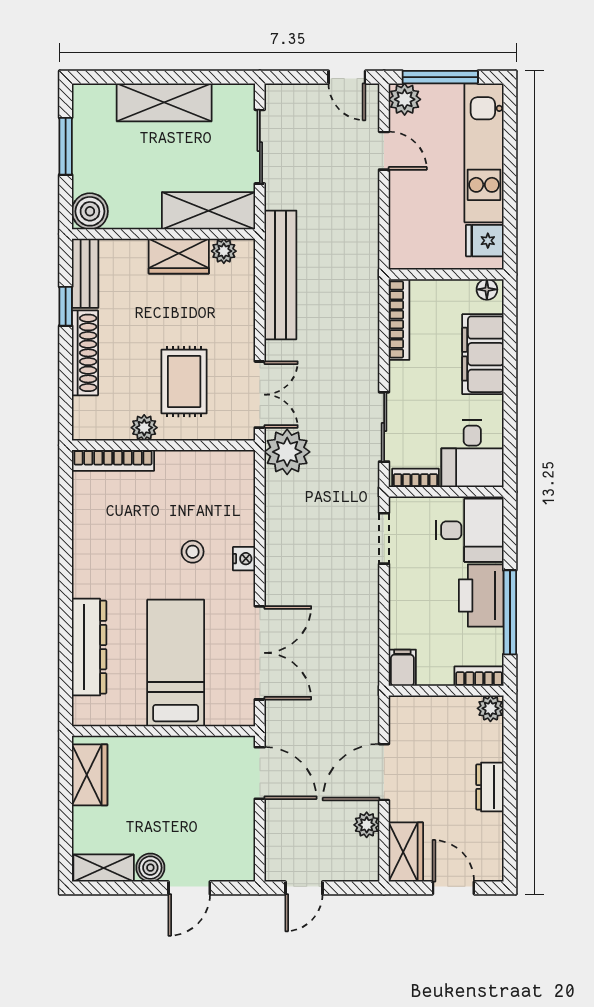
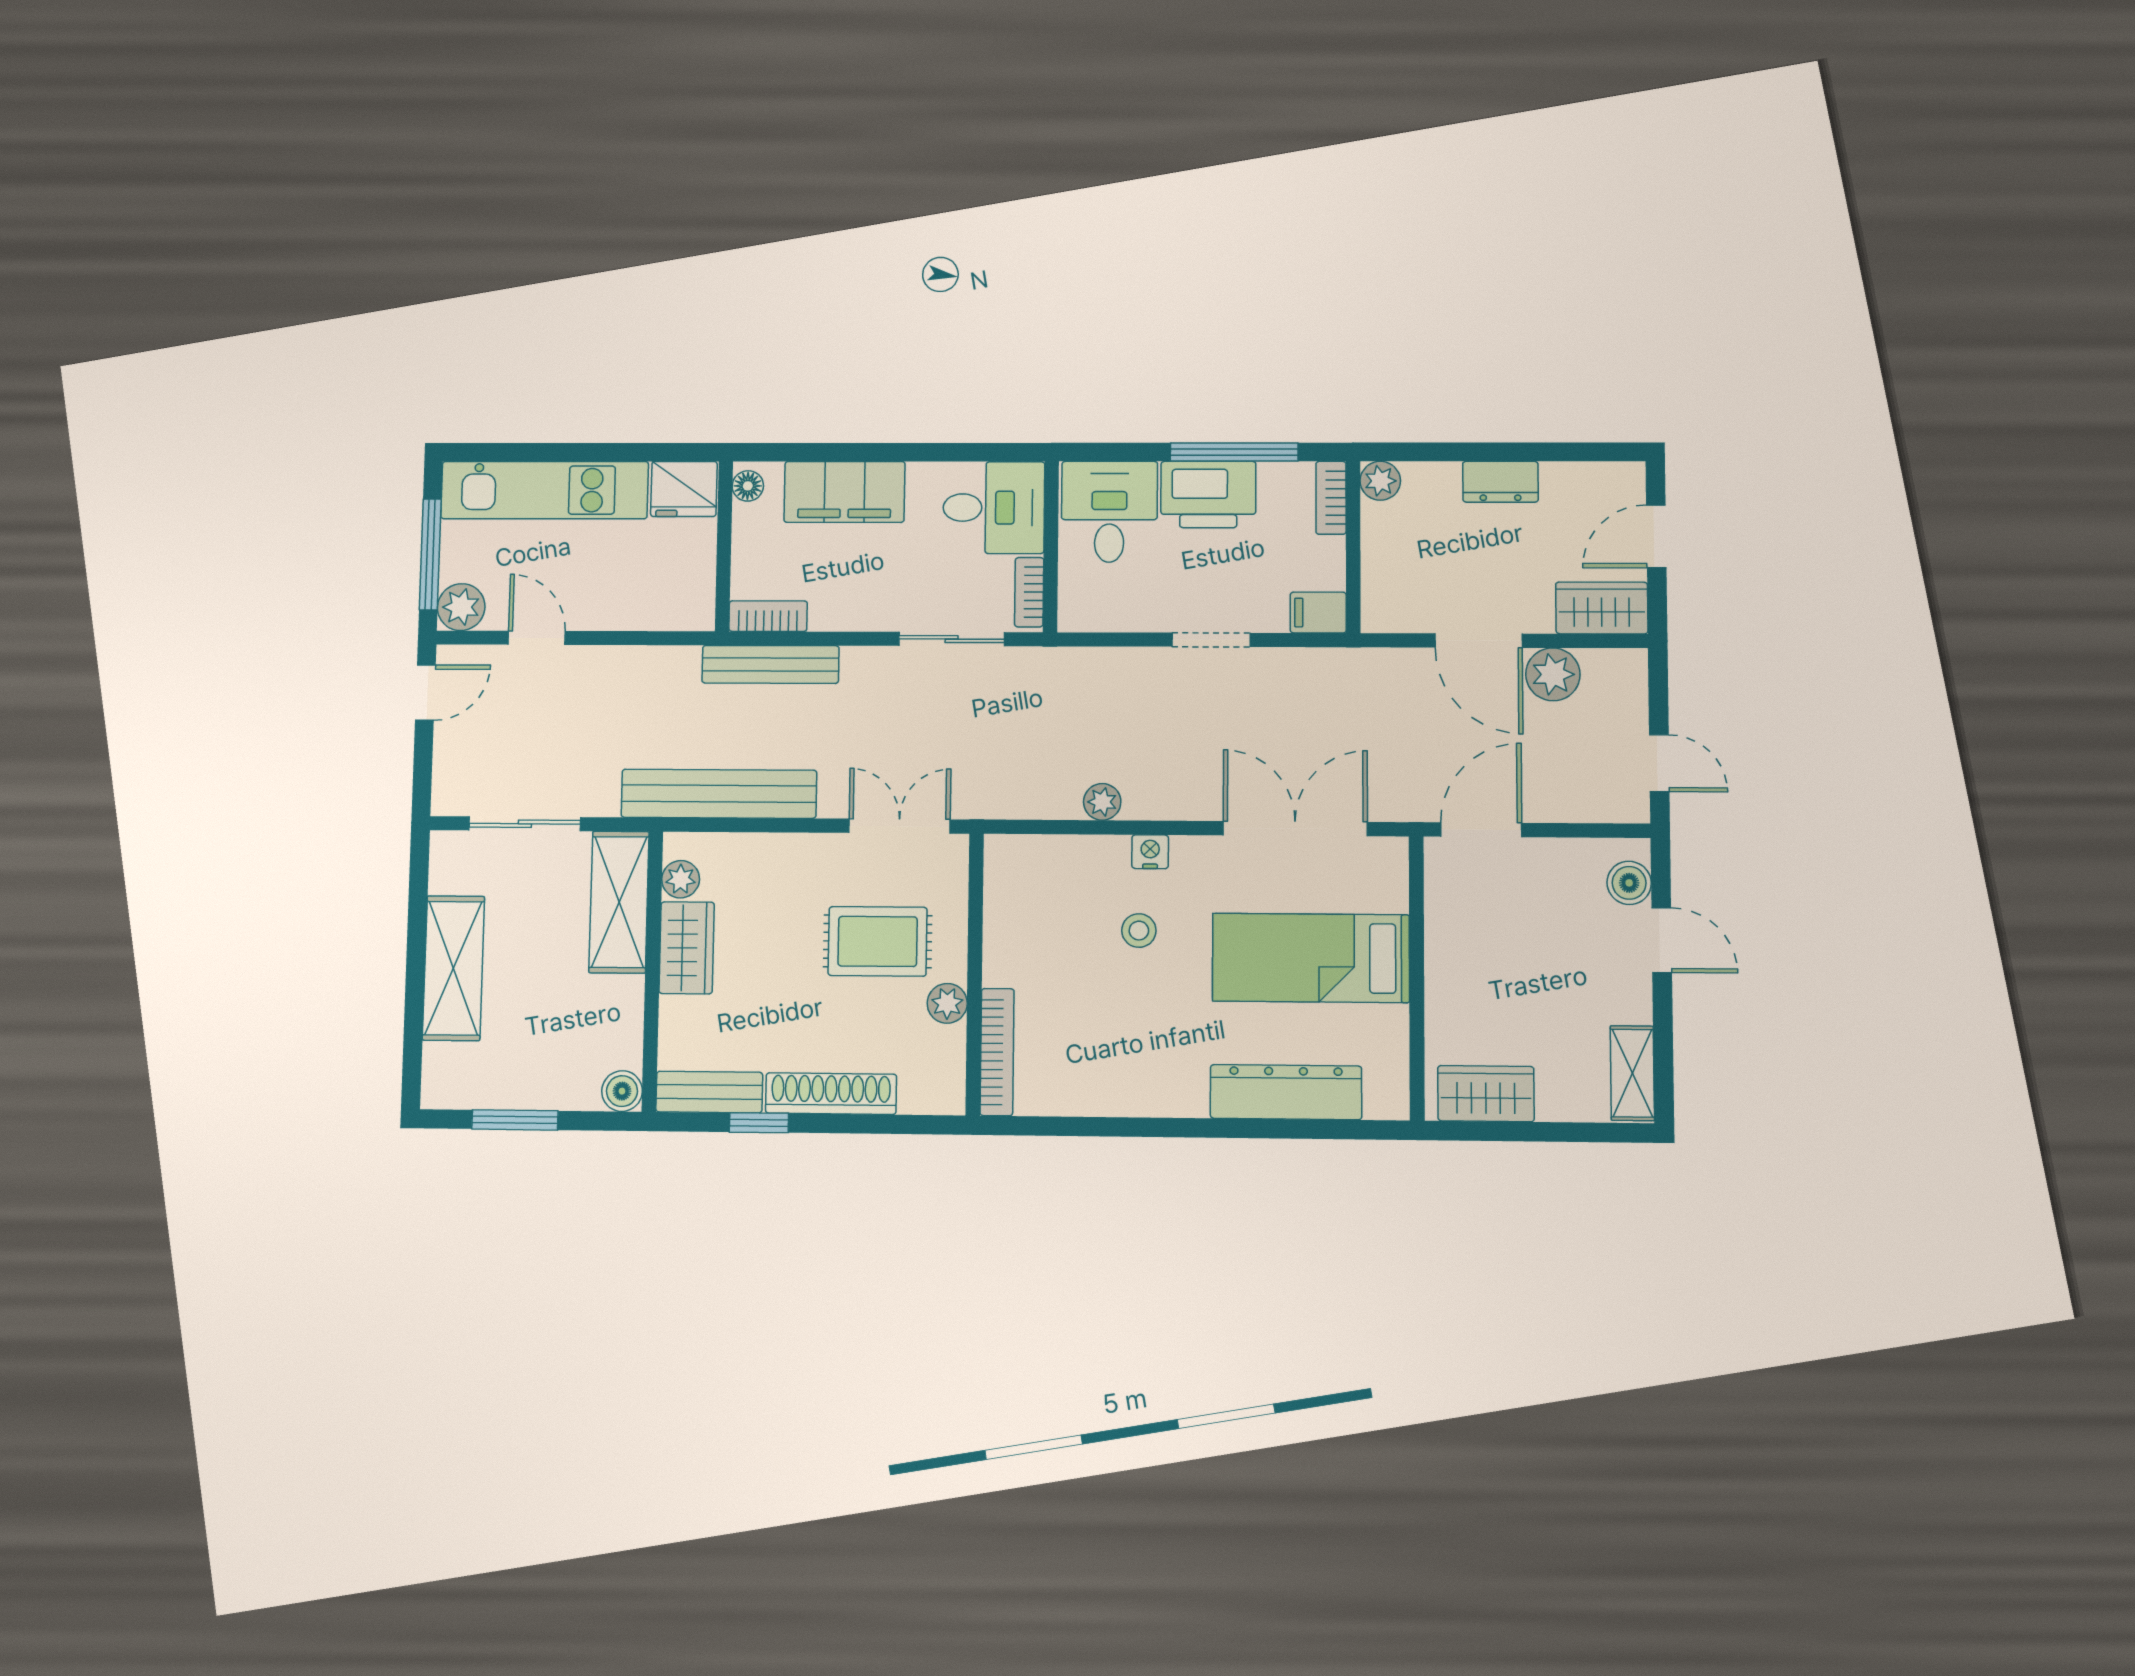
door: (384, 151) -> (537, 638), hinge flipped
boiler: (90, 211) -> (622, 1091), width x0.73, depth x0.73
fridge: (485, 241) -> (684, 489), width x1.38
bench: (367, 307) -> (770, 664), added
bookcase: (399, 320) -> (768, 616), width x0.64
plant: (287, 452) -> (1102, 802), moved, width x0.53, depth x0.53
doorway: (384, 538) -> (1211, 640), moved
plant: (367, 825) -> (1553, 674), width x1.38, depth x1.38
boiler: (150, 868) -> (1629, 883), moved

